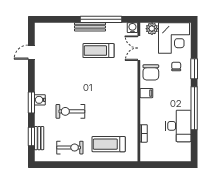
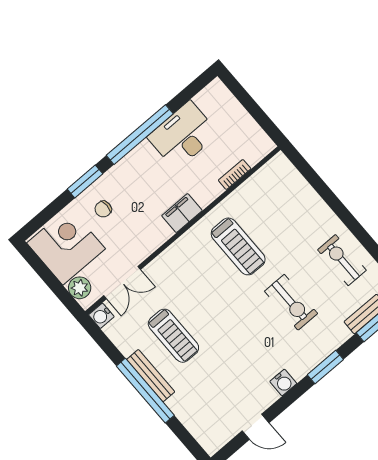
window: (101, 19) -> (145, 391), moved
chair: (151, 72) -> (142, 237), removed
filing cabinet: (146, 93) -> (182, 213), width x2.00
water cooler: (40, 100) -> (283, 382), moved
treadmill: (109, 144) -> (238, 246), moved

